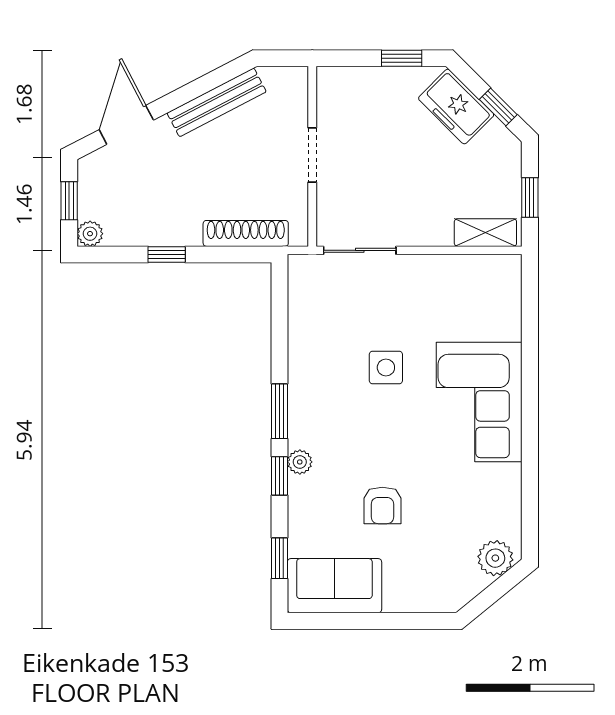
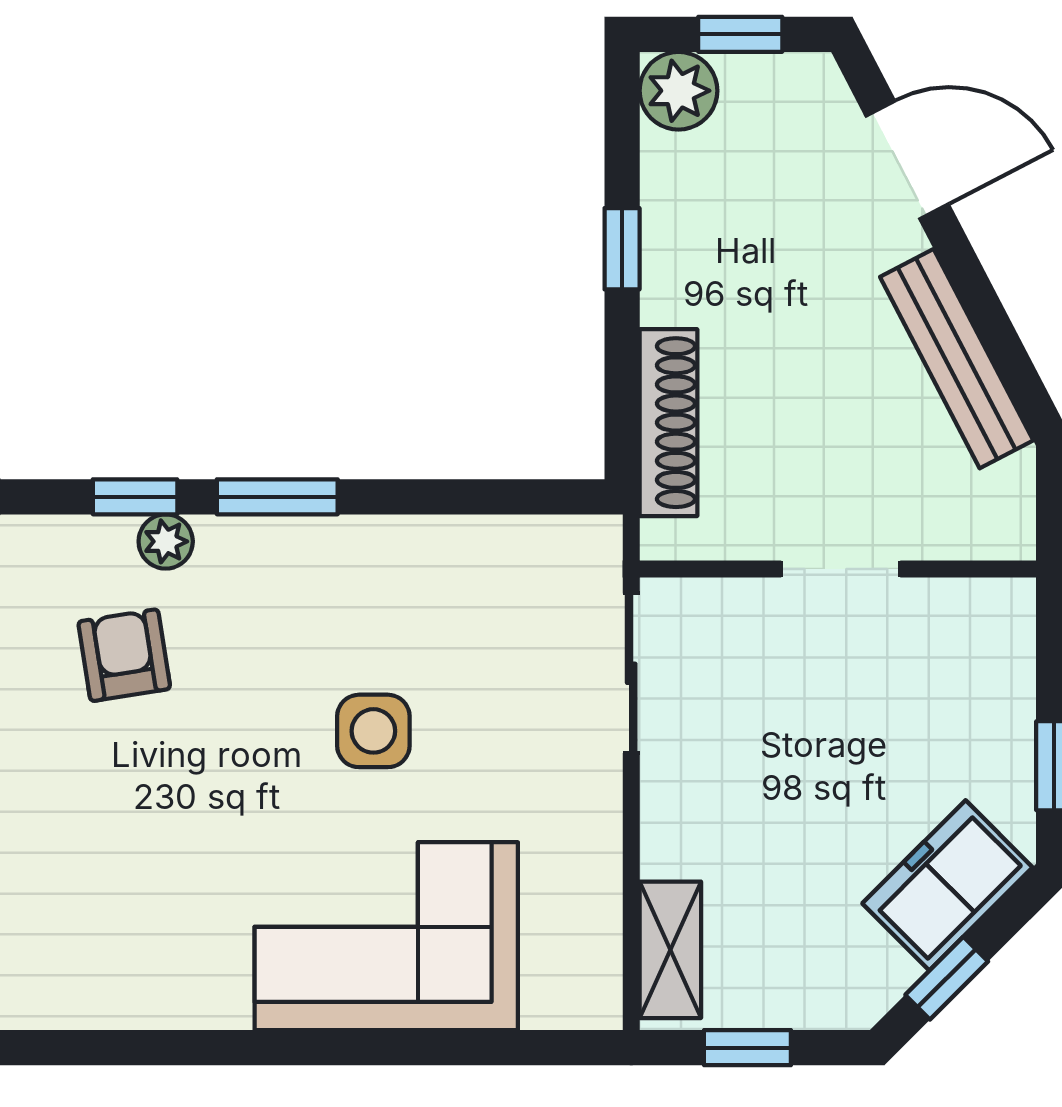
plant: (90, 234) -> (678, 91), width x1.38, depth x1.38
corner sofa: (479, 402) -> (386, 936), moved
armchair: (382, 505) -> (124, 655), moved, turned 81

